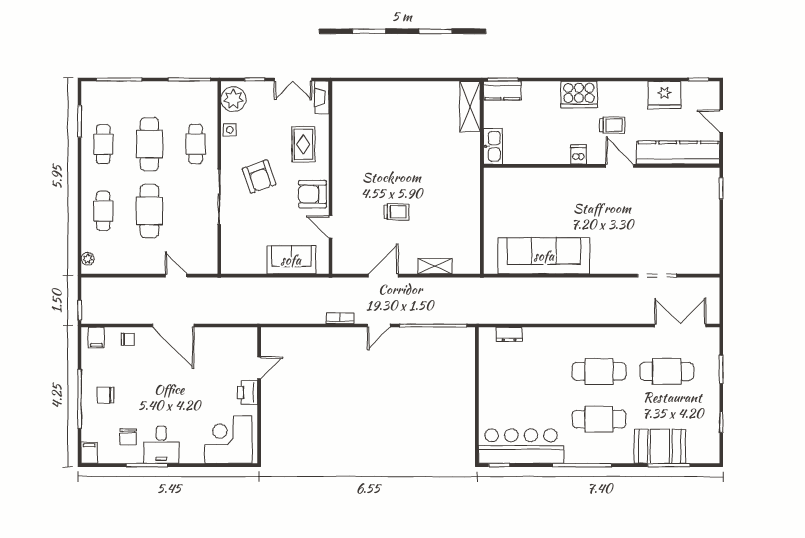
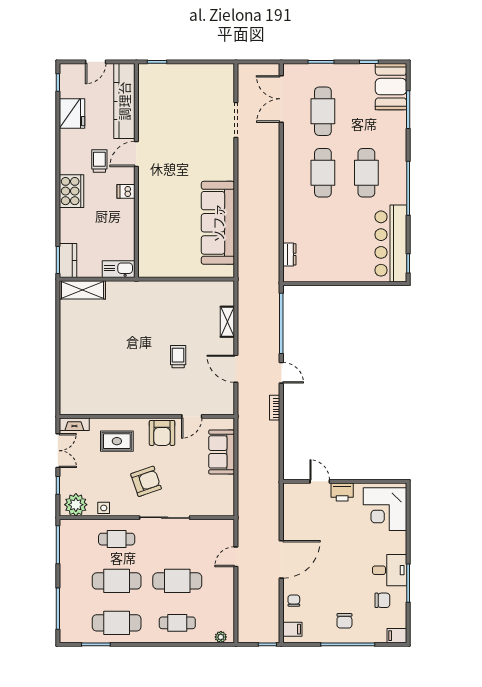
cafe table: (103, 144) -> (117, 623), width x1.37, depth x1.35
booth: (660, 446) -> (391, 87), moved

